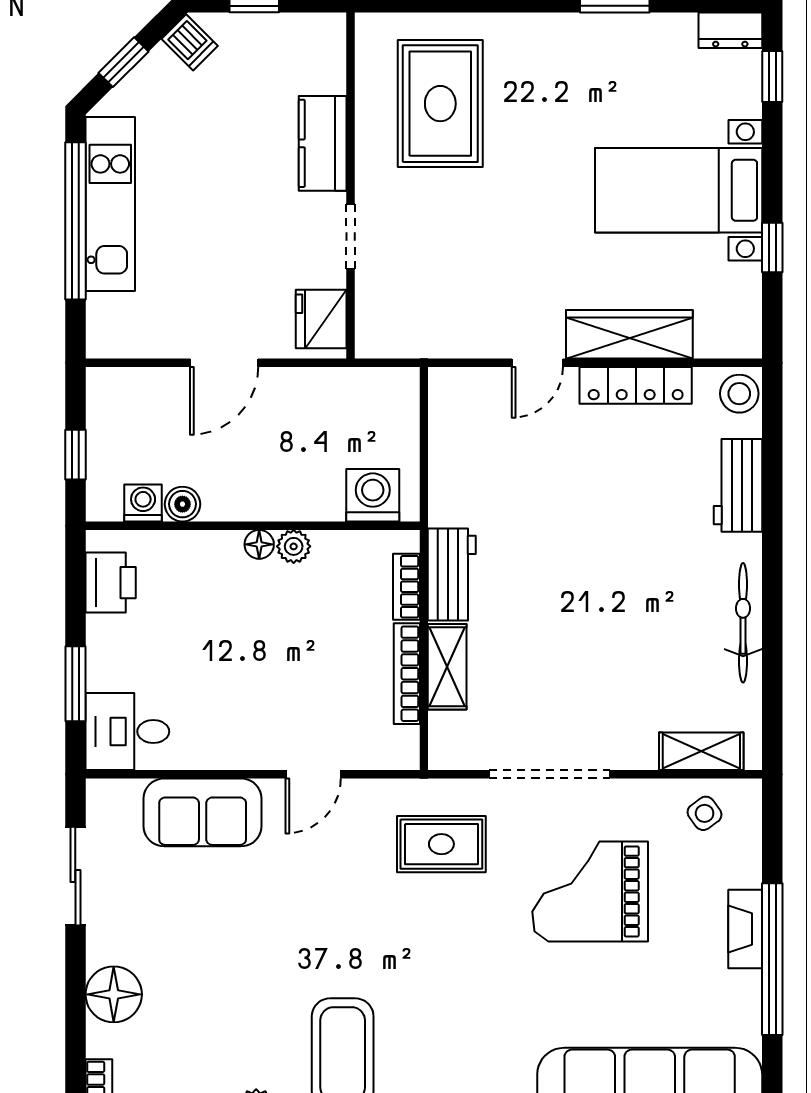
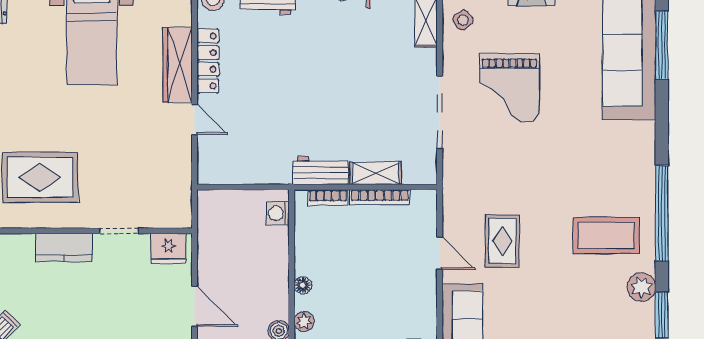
washing machine: (373, 495) -> (278, 213), width x0.73, depth x0.73
plant: (294, 546) -> (304, 322), moved
rug: (441, 844) -> (502, 241), moved

